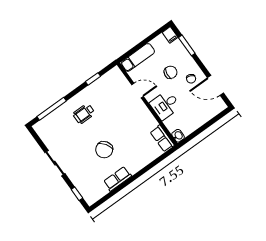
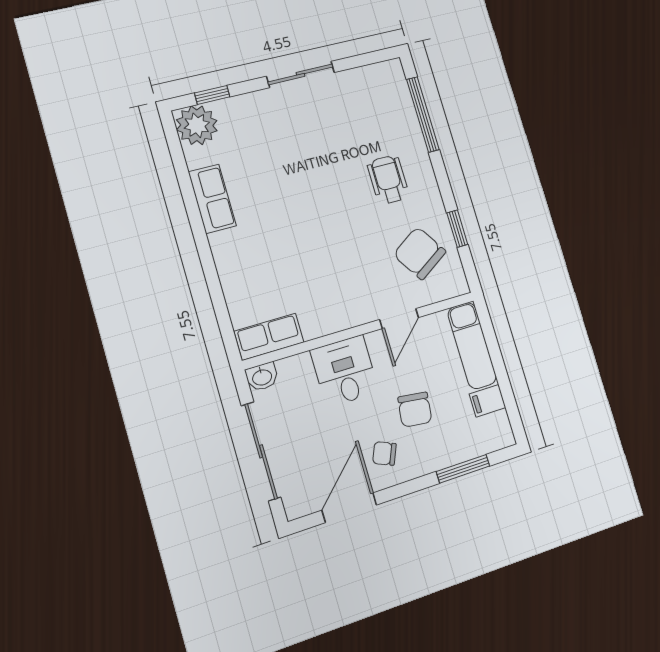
filing cabinet: (170, 35) -> (487, 401), moved
sliding door: (206, 126) -> (261, 451), added
chair: (104, 150) -> (420, 253), moved
plant: (91, 195) -> (197, 125), added

